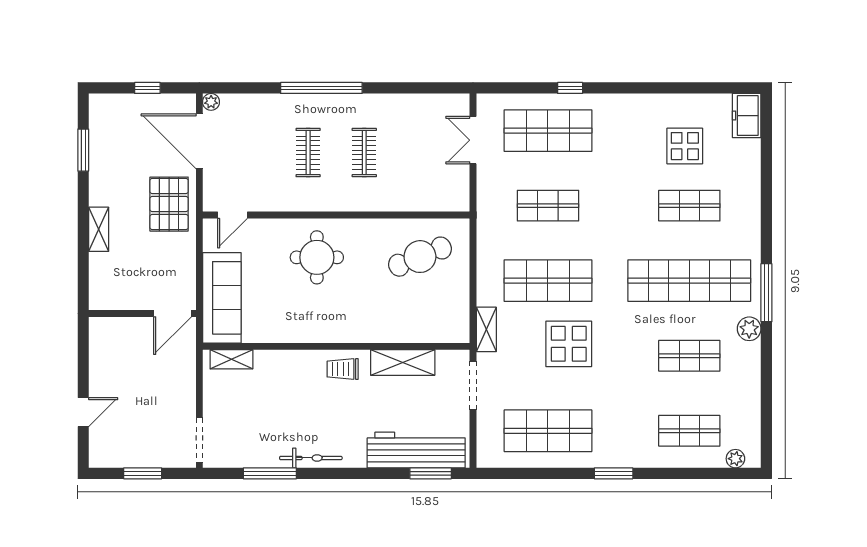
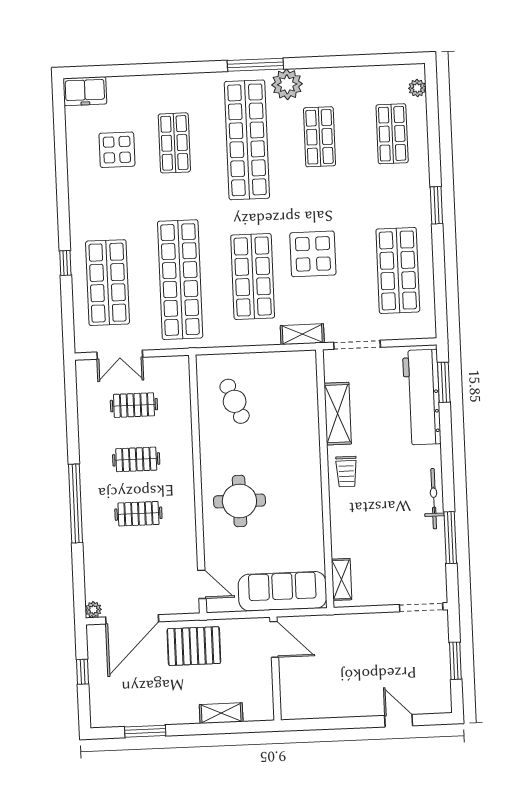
clothes rail: (420, 153) -> (134, 405), added
shop shelf: (548, 206) -> (180, 280), width x2.00, depth x1.36
cafe table: (420, 257) -> (235, 401), width x0.73, depth x0.74
wall: (142, 314) -> (275, 669), moved
door: (173, 314) -> (274, 639), moved
plant: (749, 329) -> (287, 84), width x1.36, depth x1.36

